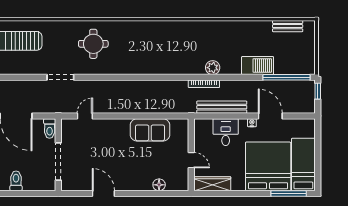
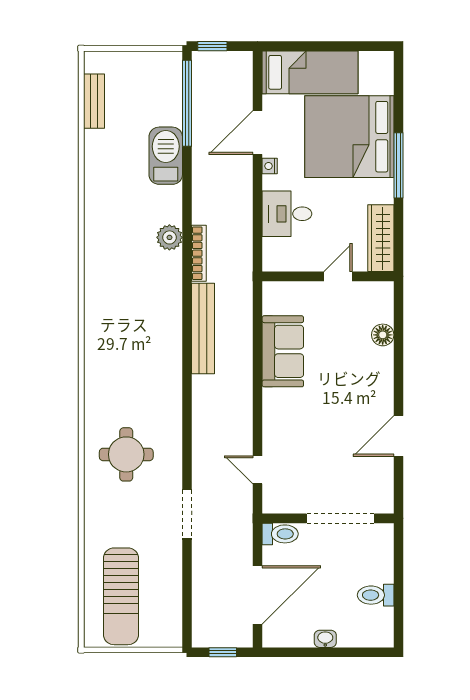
bench: (222, 107) -> (203, 329), moved
bed: (303, 165) -> (310, 72), moved, turned 180
window: (289, 193) -> (398, 165), moved

